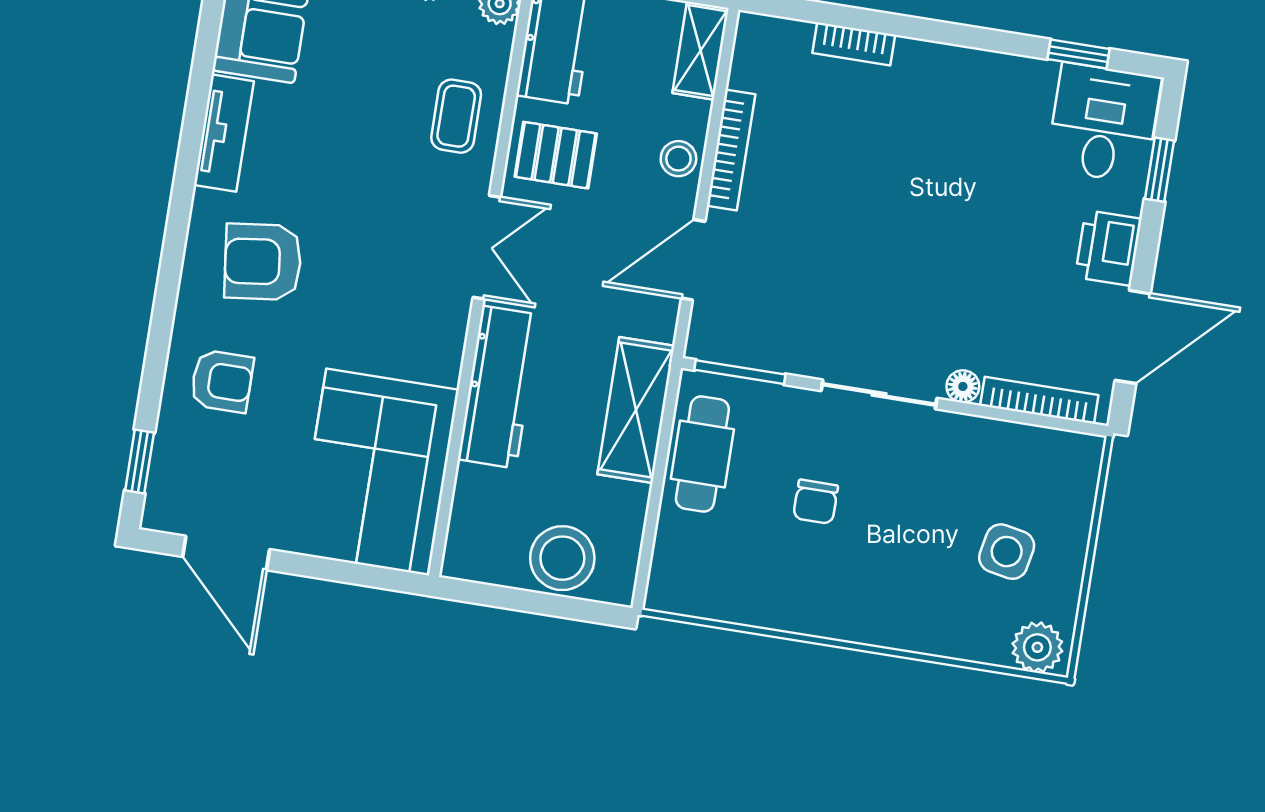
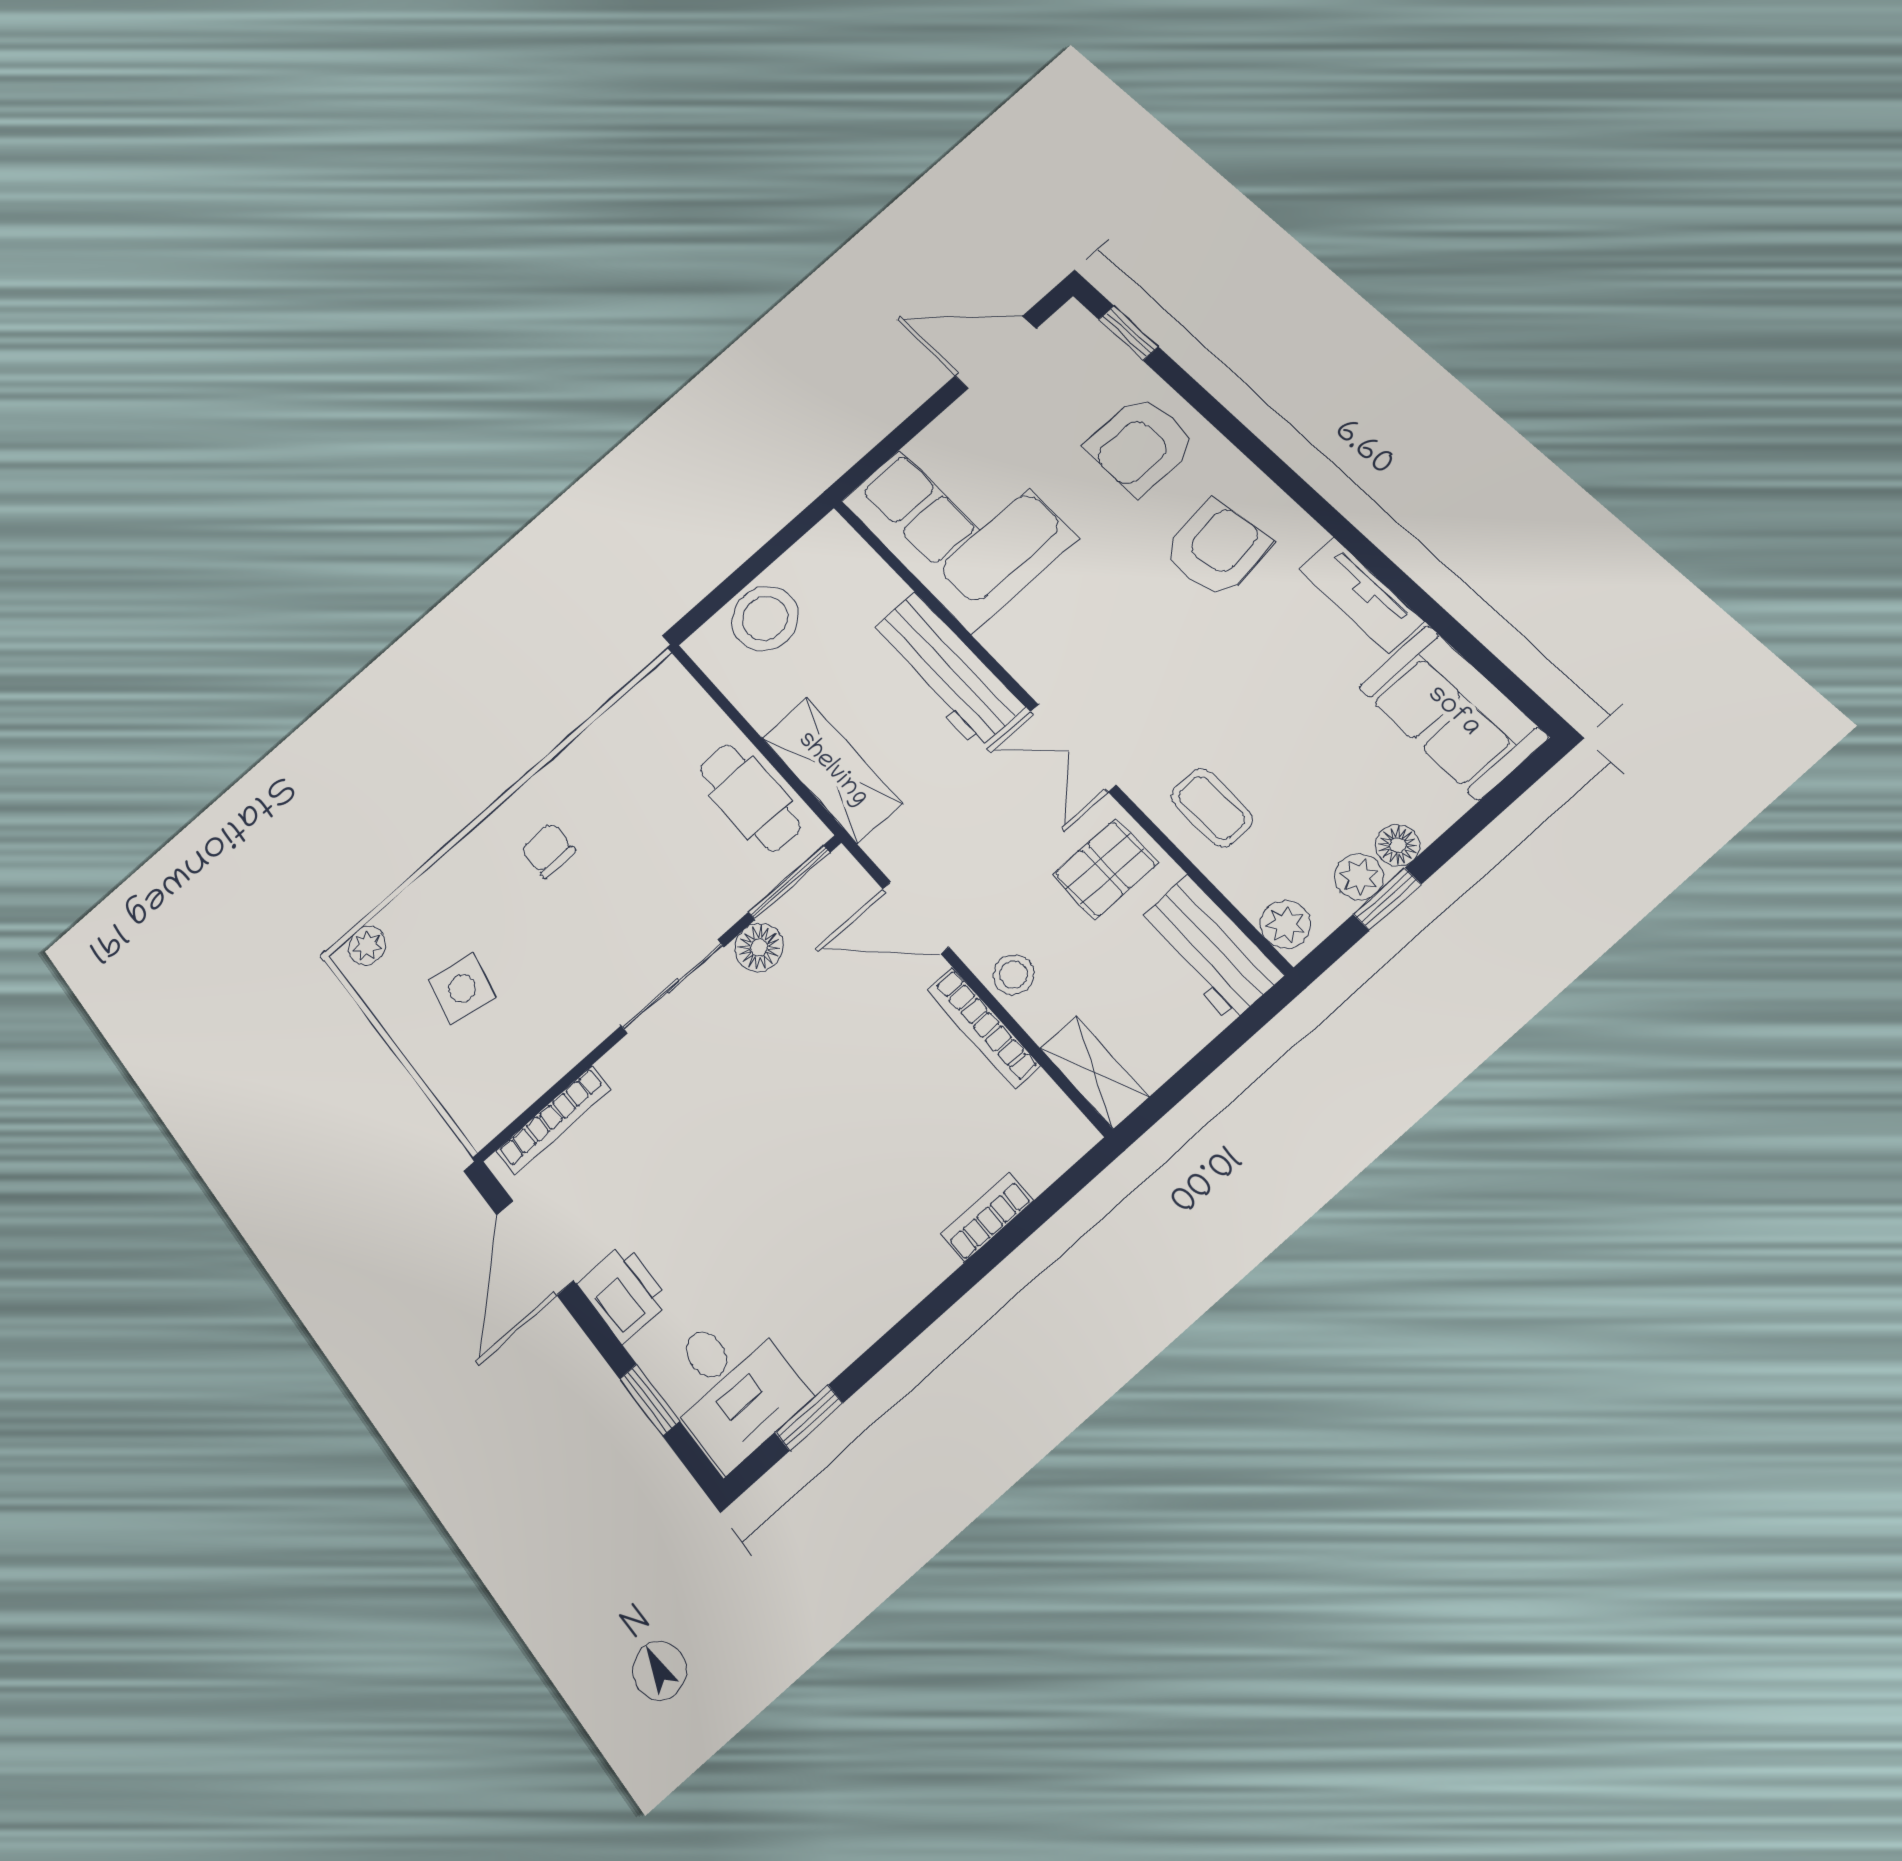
door: (693, 260) -> (916, 918), swing flipped
armchair: (222, 381) -> (1141, 445), width x1.38, depth x1.38
floor lamp: (963, 386) -> (759, 947), moved, width x1.37, depth x1.37
chair: (816, 502) -> (548, 850), moved
plant: (1037, 647) -> (367, 946), width x0.73, depth x0.73

